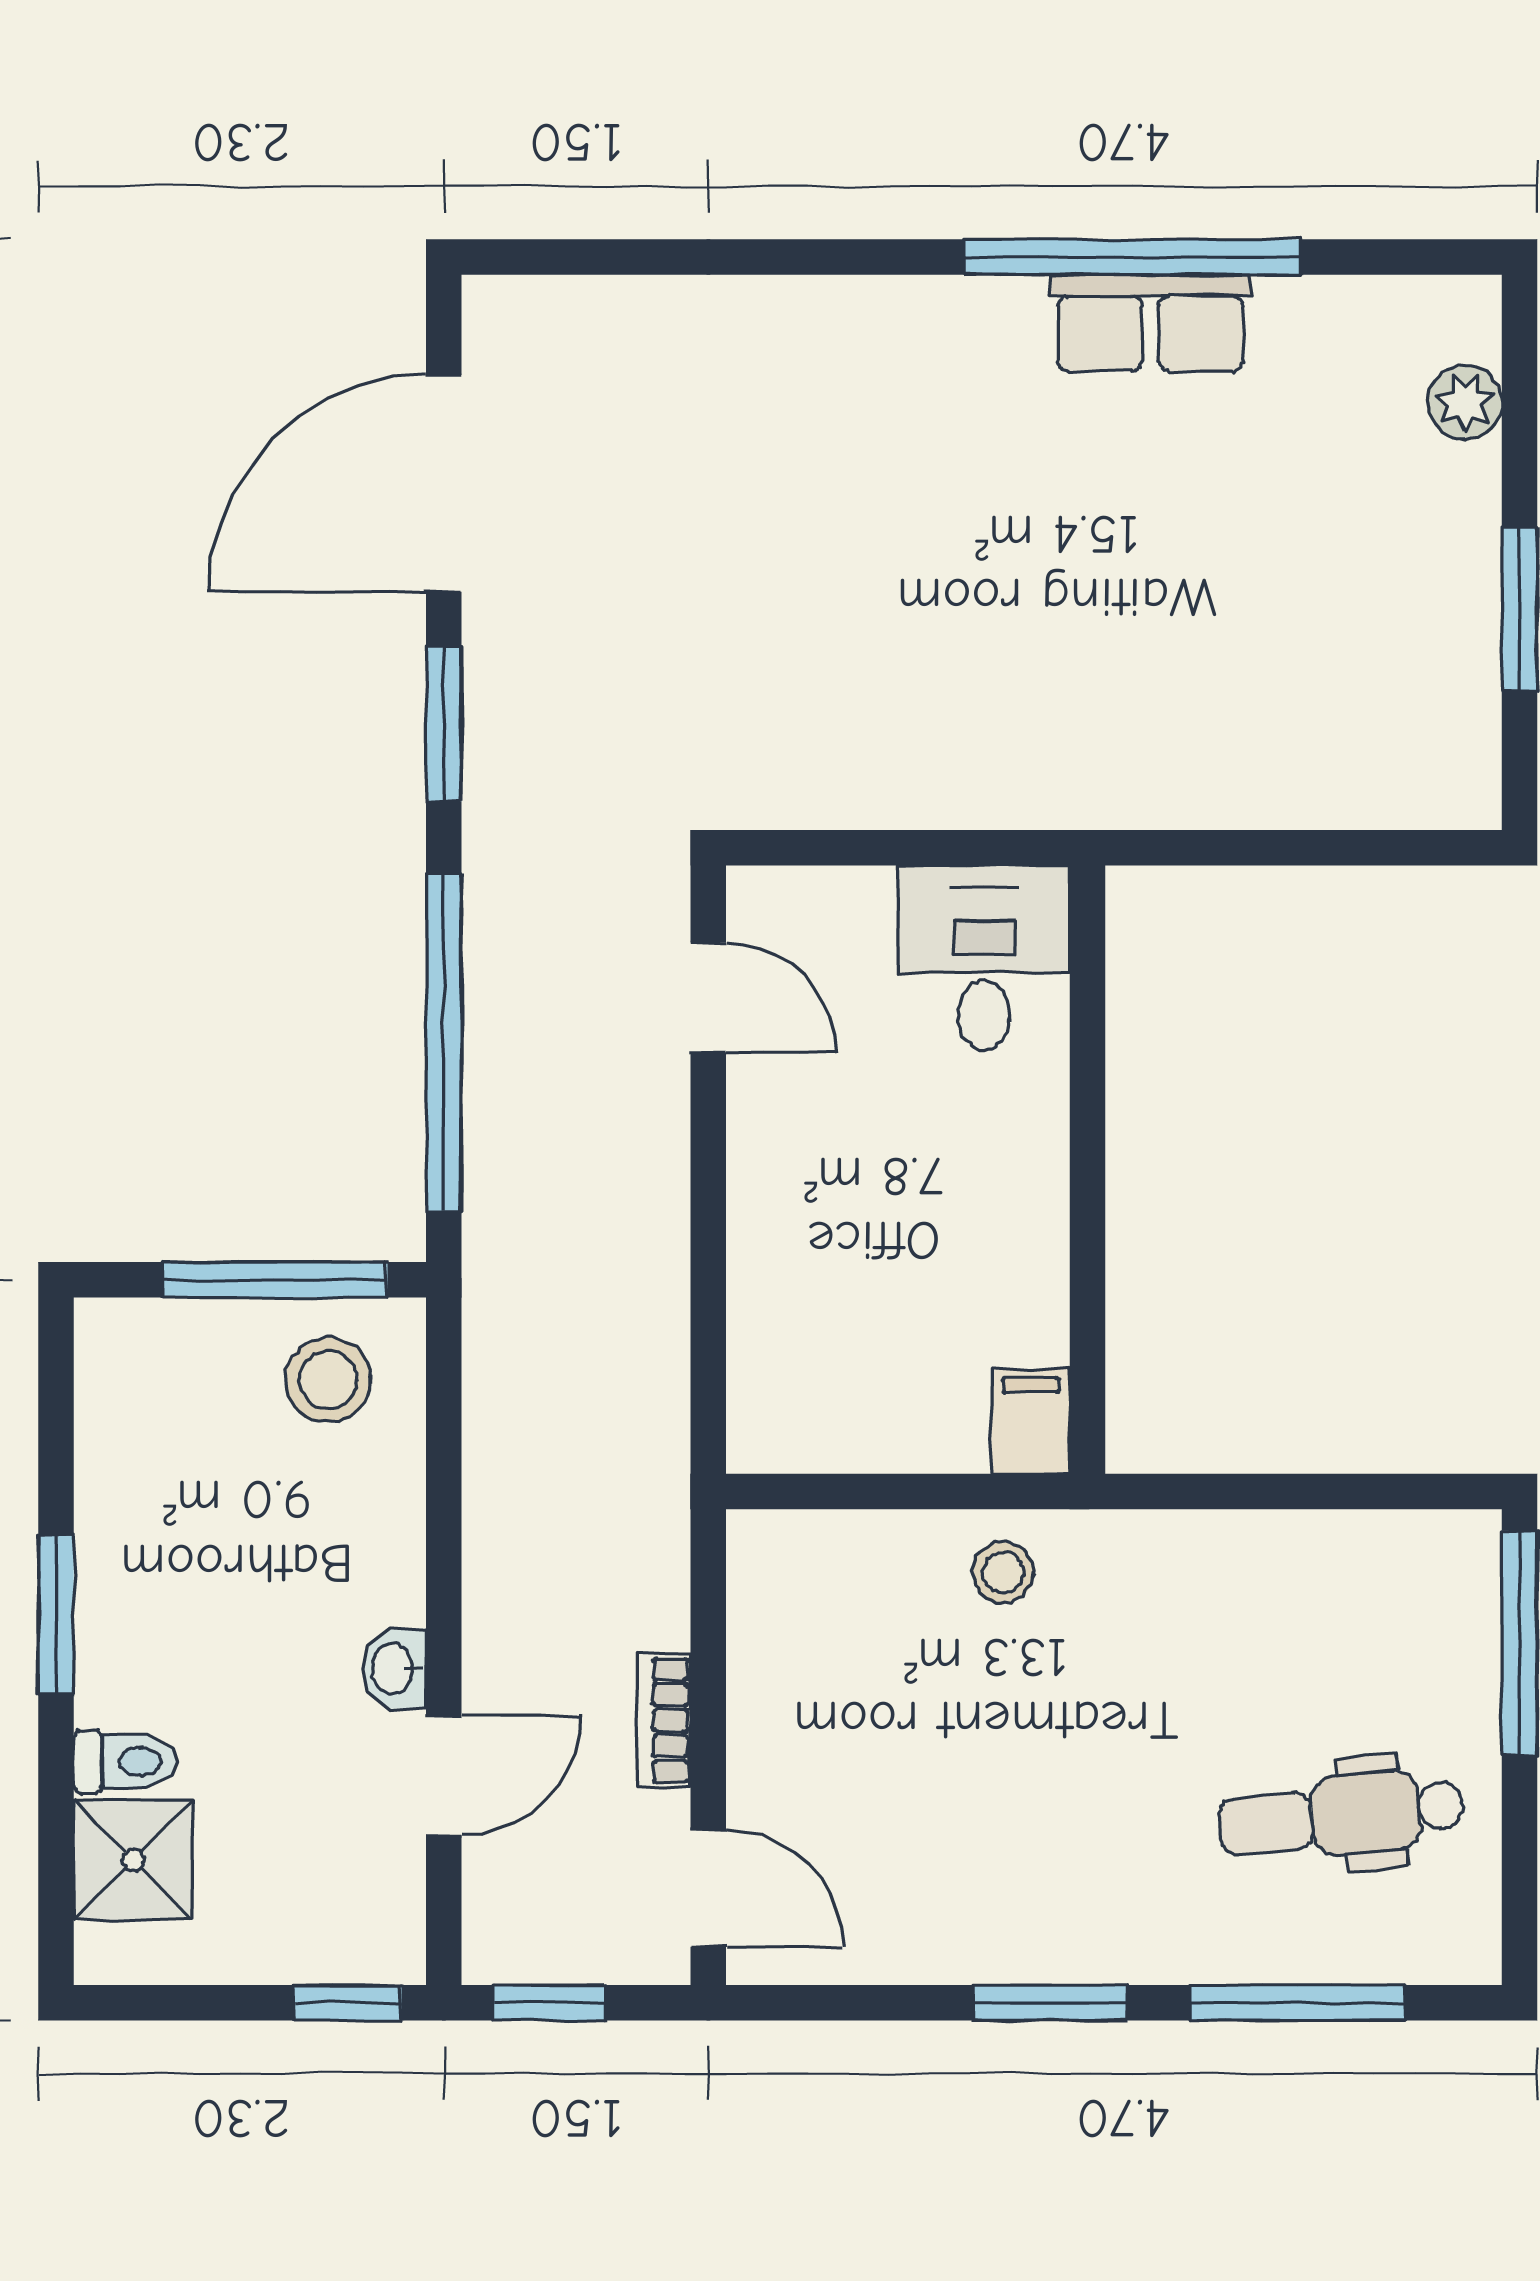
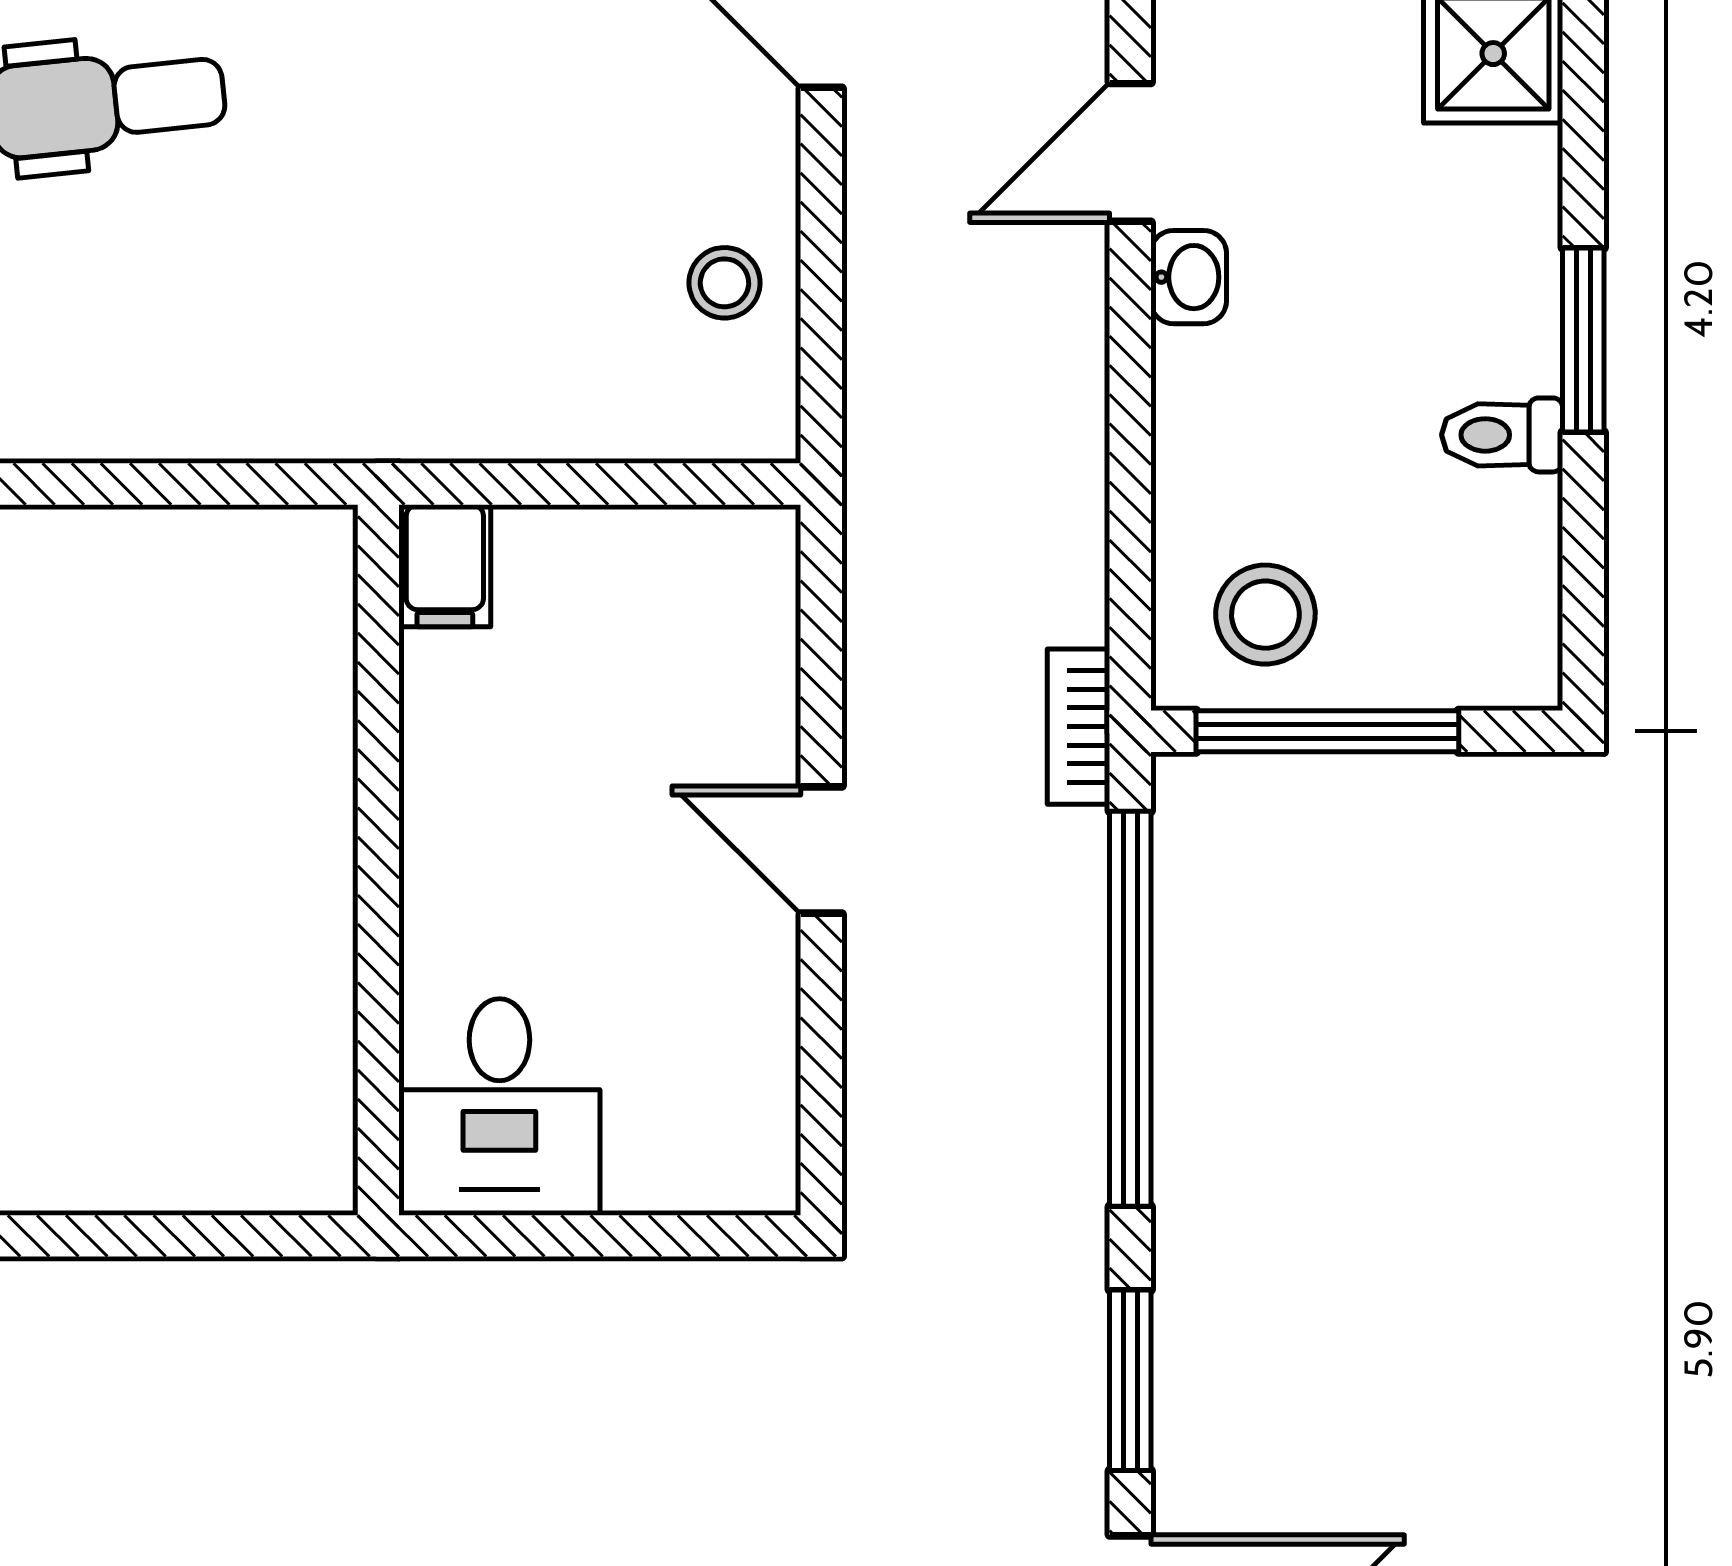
door: (708, 997) -> (821, 850), moved
stool: (1003, 1572) -> (724, 283), moved
bookcase: (664, 1721) -> (1078, 727), moved, turned 180
toilet: (125, 1762) -> (1502, 435), moved

